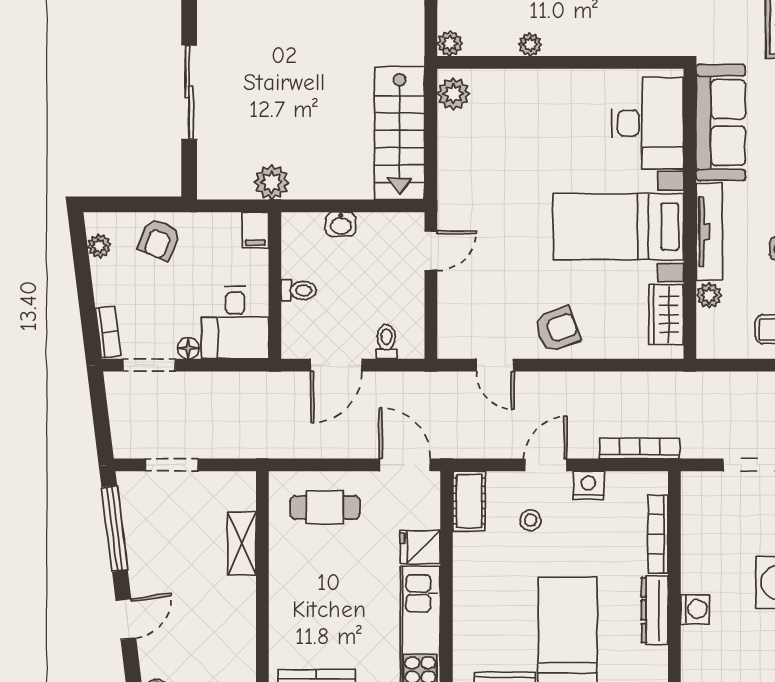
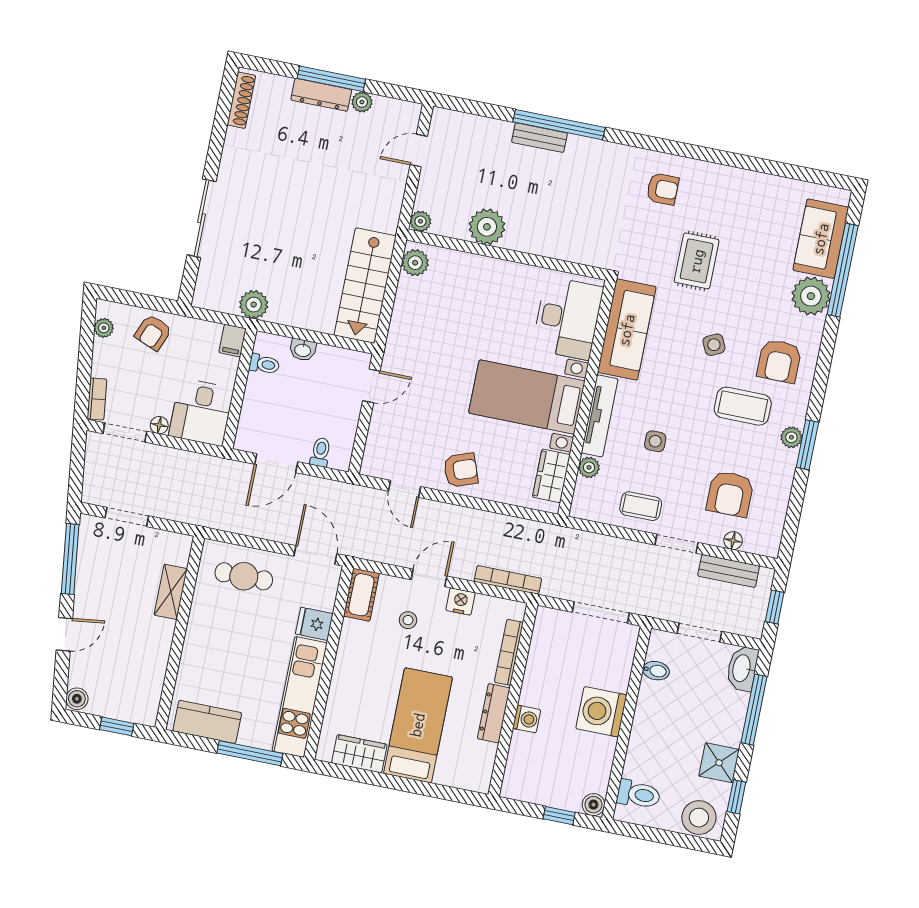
plant: (530, 44) -> (487, 227), width x1.88, depth x1.88
toilet: (299, 290) -> (264, 364), moved

